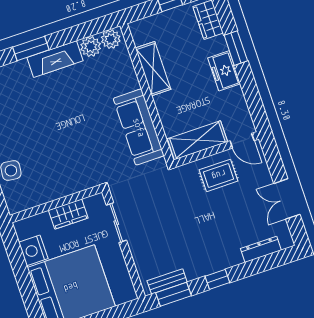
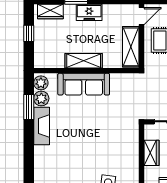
window: (31, 48) -> (29, 107), moved
shelving: (153, 69) -> (84, 61), moved
sofa: (139, 127) -> (84, 84), moved

